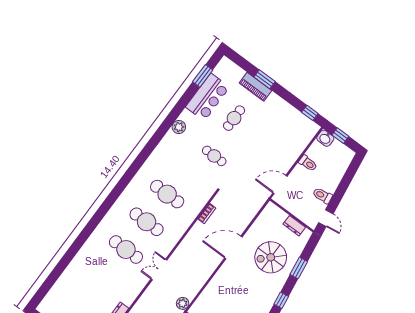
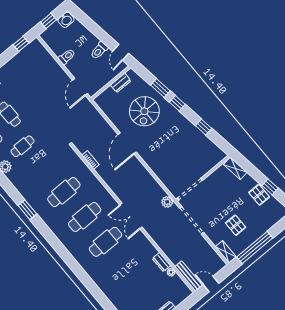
washbasin: (325, 138) -> (66, 20), moved
cafe table: (214, 156) -> (23, 146), moved
window: (140, 161) -> (27, 210), added
door: (326, 218) -> (121, 52), swing flipped
double door: (159, 269) -> (131, 216), width x1.37
window: (281, 300) -> (177, 103), moved

